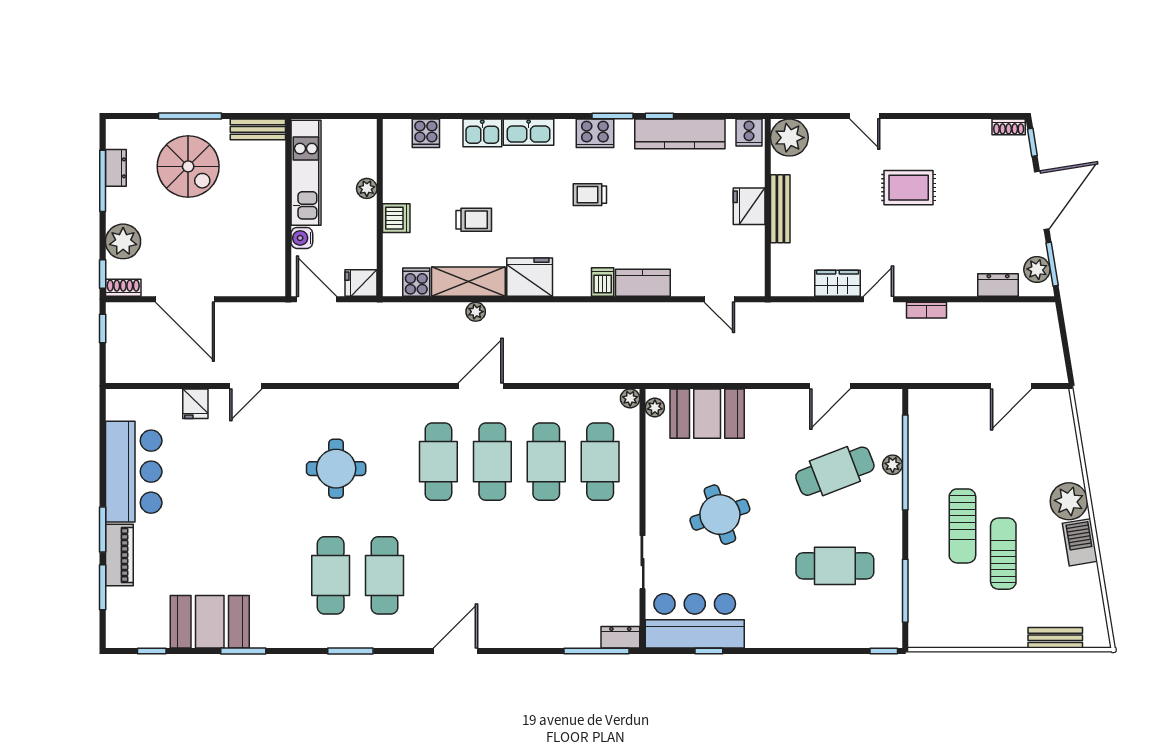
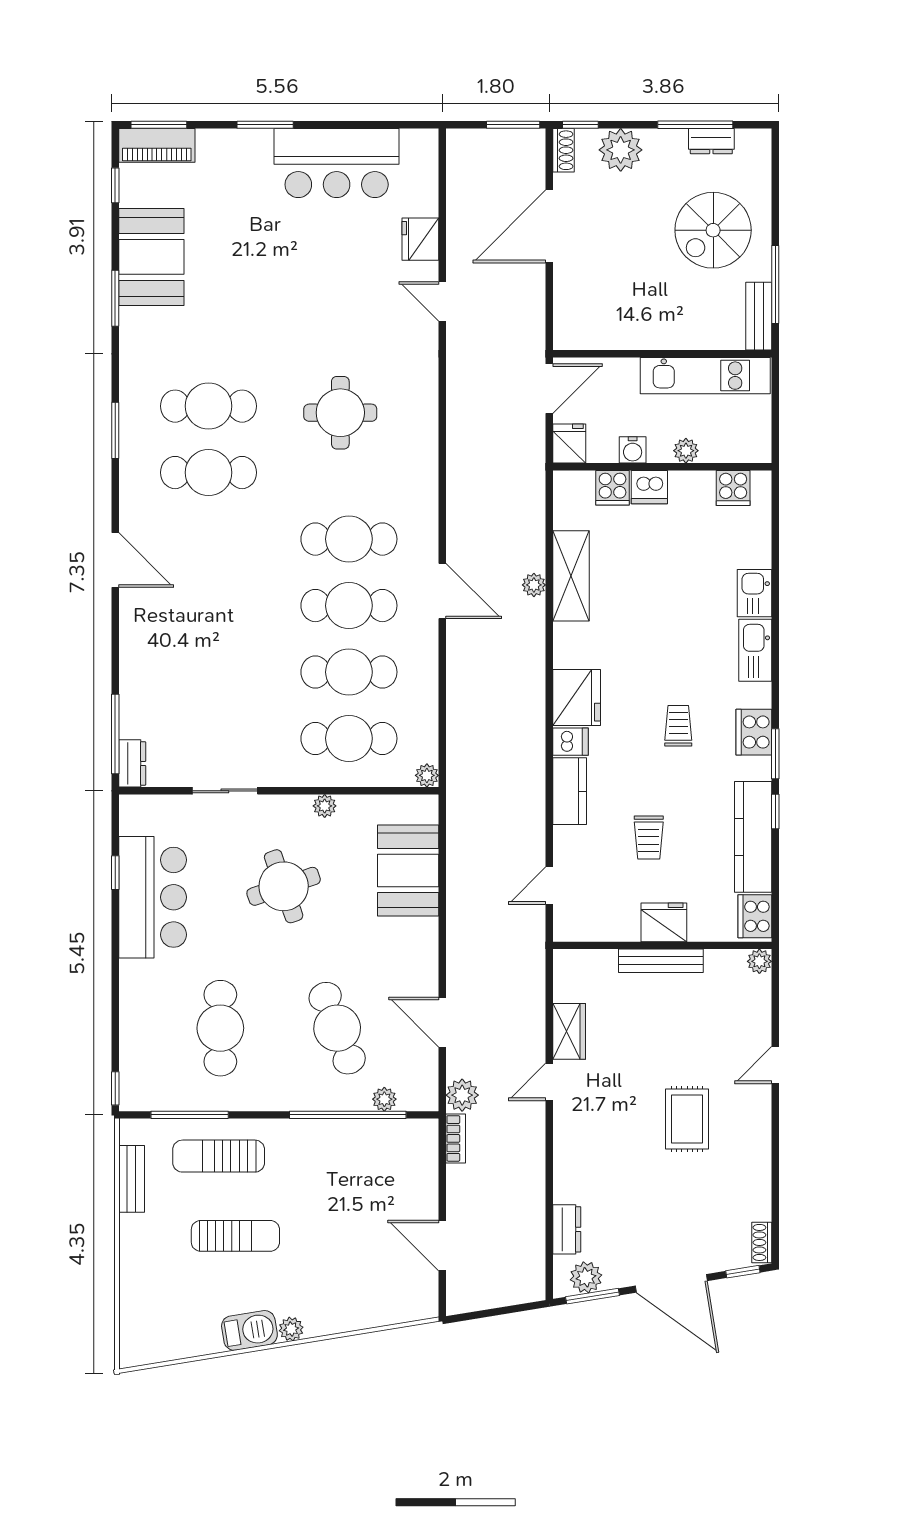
window: (190, 116) -> (775, 285), moved
cooker: (749, 132) -> (755, 916), width x1.36
cooker: (426, 133) -> (733, 488), moved, turned -90
plant: (789, 138) -> (759, 961), width x0.53, depth x0.53
trolley: (474, 220) -> (649, 838), moved
water cooler: (302, 238) -> (633, 450), moved, turned 180
fridge: (530, 277) -> (577, 698), moved
cooker: (416, 282) -> (613, 488), moved, turned 90
door: (878, 299) -> (549, 1082), swing flipped
bookcase: (927, 310) -> (456, 1138), moved, turned 180
window: (103, 329) -> (513, 125), width x1.50
plant: (889, 370) -> (462, 1095), added
fridge: (195, 404) -> (420, 239), width x1.38
plant: (655, 408) -> (325, 806), moved
plant: (893, 465) -> (384, 1099), moved
plant: (1069, 501) -> (291, 1329), width x0.53, depth x0.53
sun lounger: (962, 526) -> (219, 1156), moved
piano: (119, 555) -> (157, 145), moved
window: (103, 587) -> (159, 125), moved
bar counter: (695, 621) -> (153, 897), moved
bench: (1055, 638) -> (132, 1179), moved

